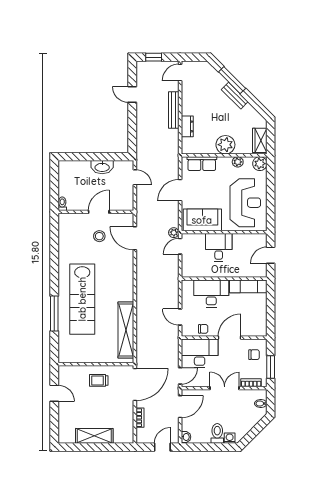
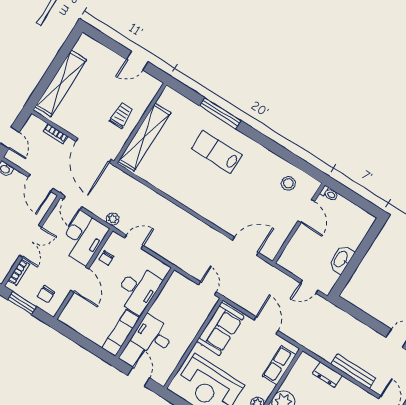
door: (99, 212) -> (306, 211), moved
plant: (174, 233) -> (113, 219), moved
stool: (99, 236) -> (288, 183), moved
desk: (219, 247) -> (153, 336), moved, turned 180
lab bench: (82, 299) -> (217, 152), width x0.54, depth x0.72
shelving: (126, 330) -> (144, 137), moved, turned 90
shelving: (94, 436) -> (61, 83), width x1.47

